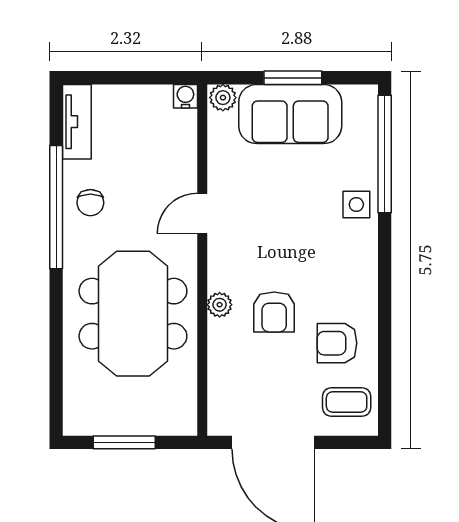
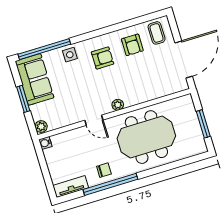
sofa: (290, 114) -> (35, 79), moved
plant: (220, 305) -> (118, 105), moved
armchair: (274, 312) -> (103, 58), moved

